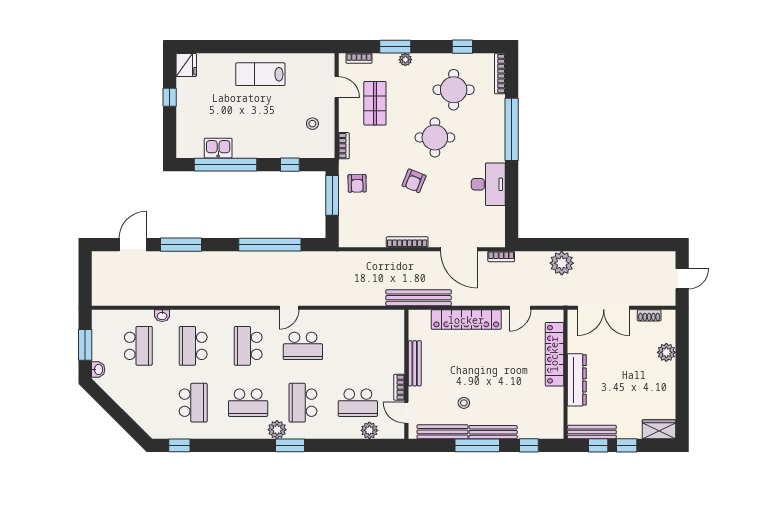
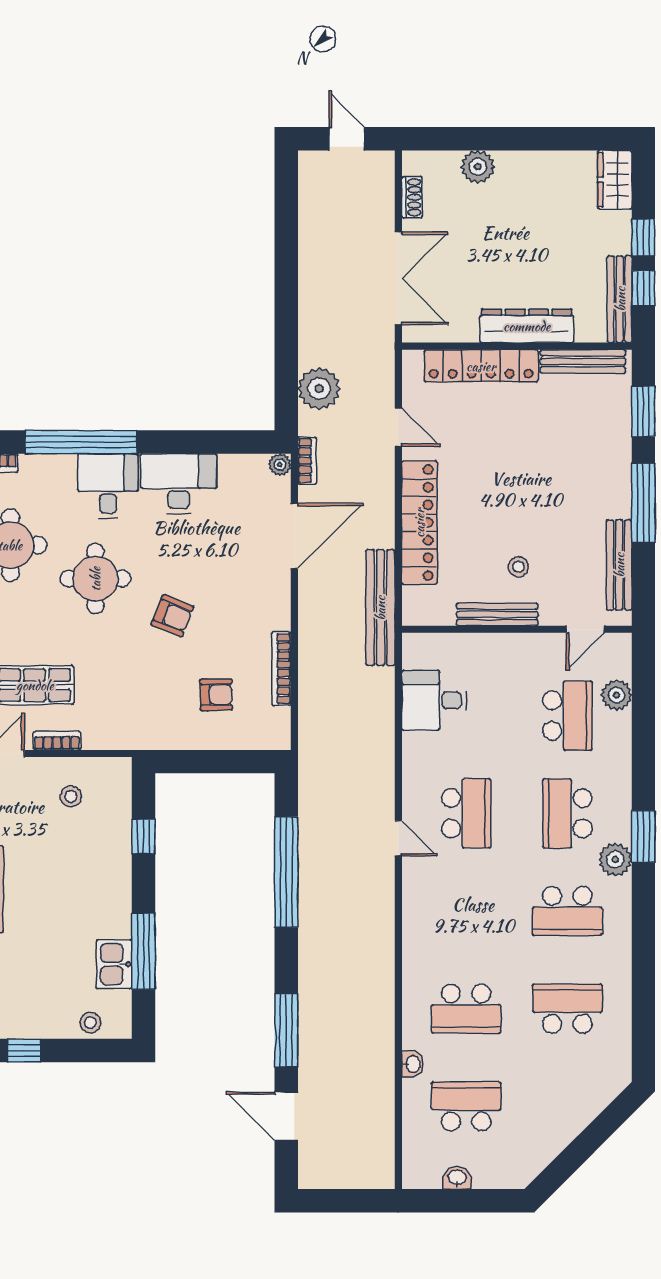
stool: (185, 135) -> (90, 1022), added
desk: (487, 145) -> (108, 486), added
bookcase: (344, 146) -> (57, 741), moved
window: (225, 165) -> (144, 951), width x0.68
armchair: (357, 183) -> (216, 695), moved
window: (332, 195) -> (199, 762), removed
plant: (499, 241) -> (280, 465), added
bookcase: (407, 242) -> (281, 669), moved
plant: (562, 263) -> (319, 389), moved
desk: (366, 328) -> (434, 700), added
window: (85, 345) -> (464, 1201), removed
school desk: (248, 346) -> (466, 911), removed
washbasin: (98, 370) -> (457, 1178), moved
bookcase: (399, 387) -> (540, 642), removed
school desk: (248, 403) -> (567, 911), turned 90
school desk: (303, 403) -> (567, 813), turned 90
stool: (464, 403) -> (518, 567), moved
bench: (493, 432) -> (583, 362), moved, turned 90
window: (179, 445) -> (643, 1033), removed
window: (529, 445) -> (643, 411), width x1.50

